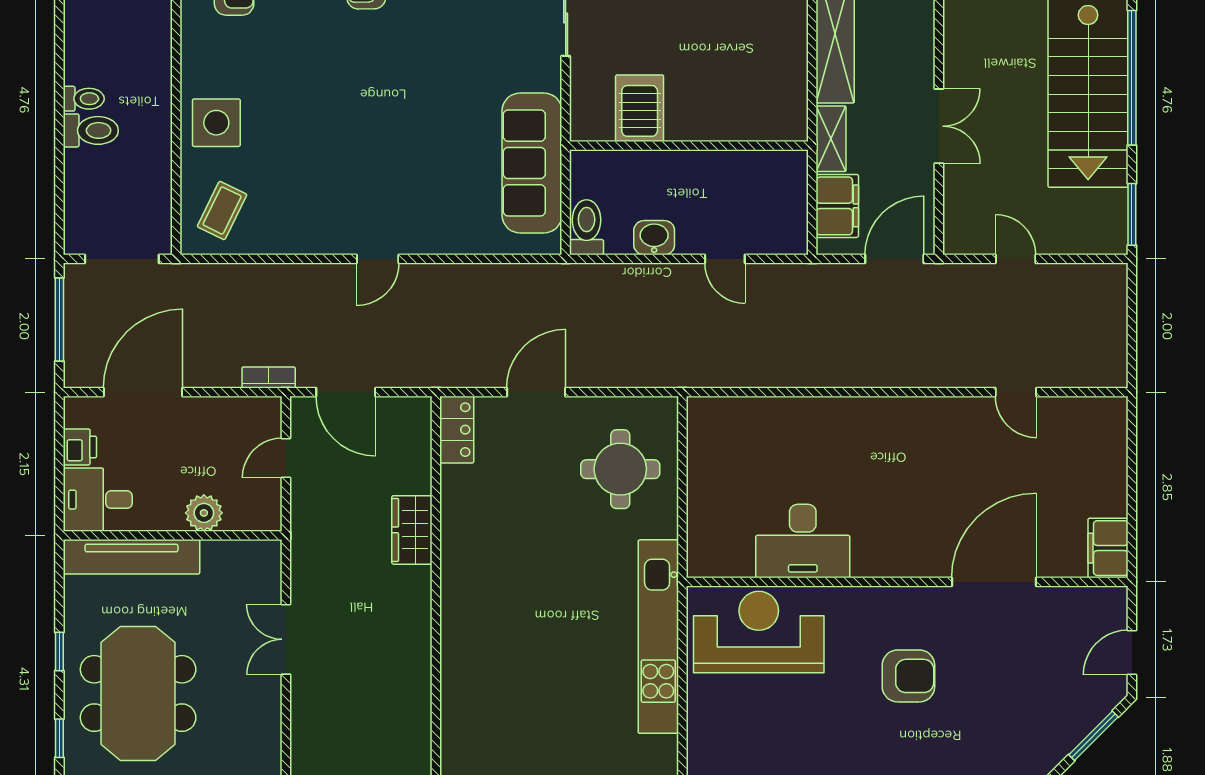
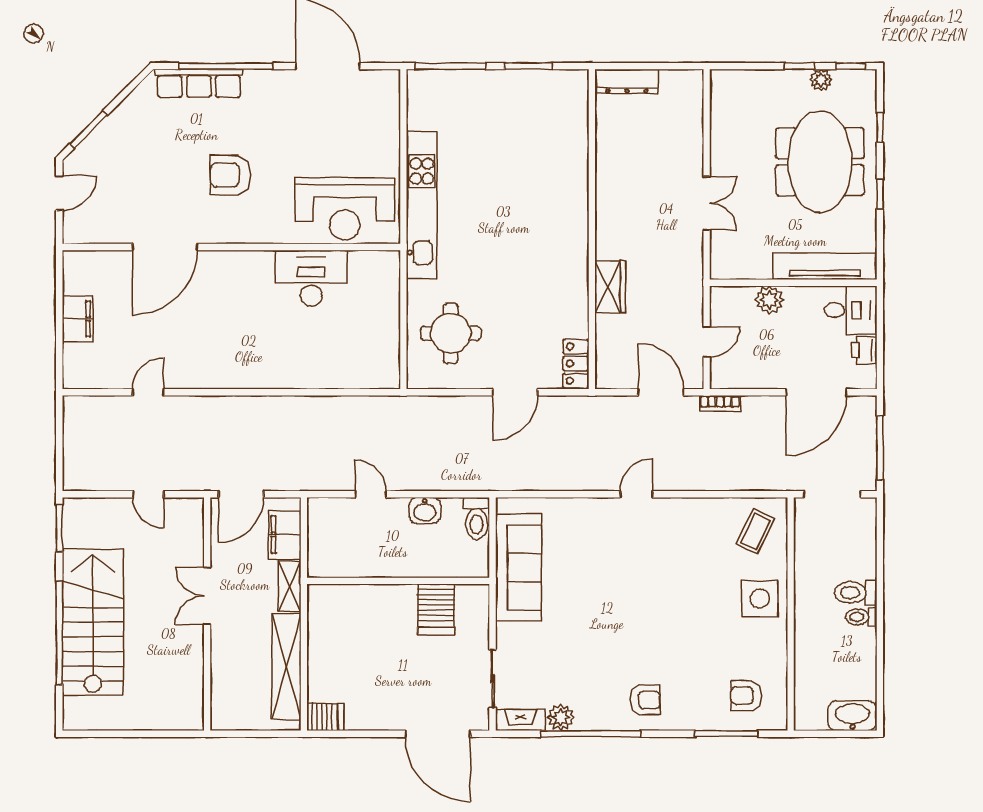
door: (1016, 392) -> (148, 392), hinge flipped
filing cabinet: (1108, 548) -> (78, 319), moved

